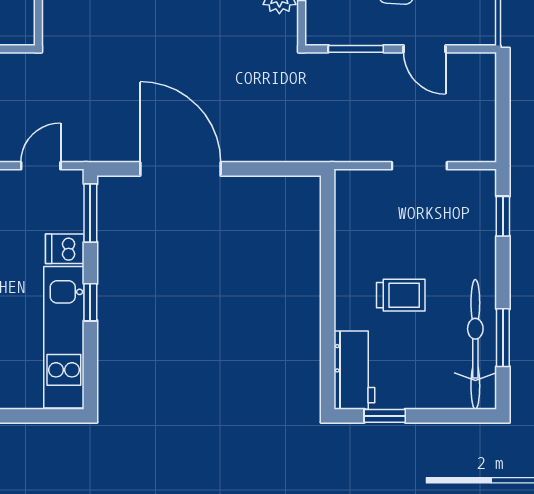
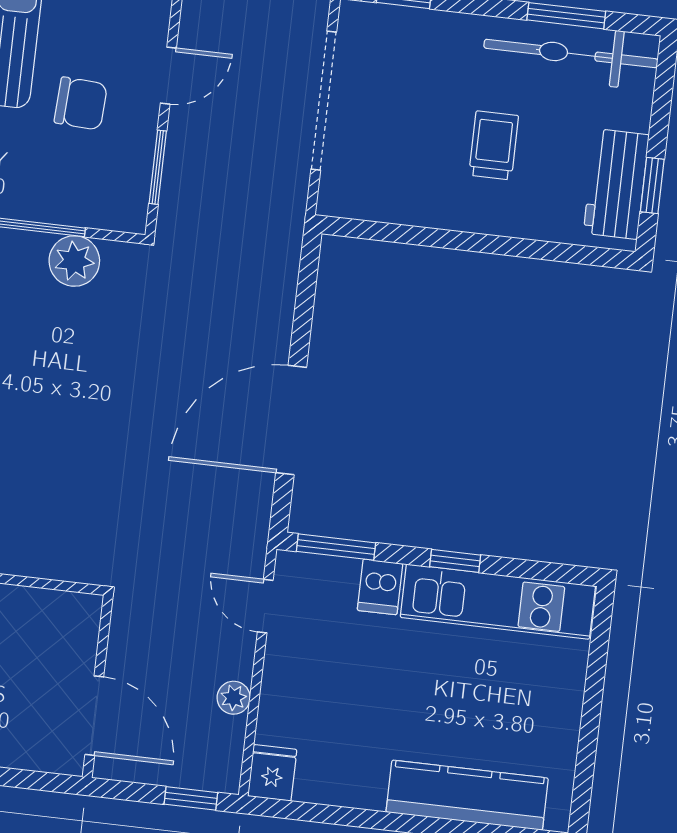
doorway: (419, 166) -> (324, 101), width x1.88
workbench: (354, 370) -> (616, 184), moved, turned -90

